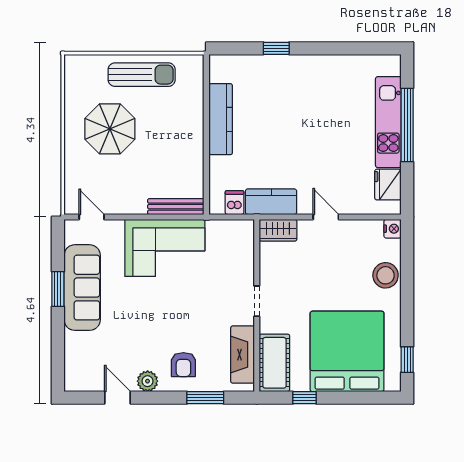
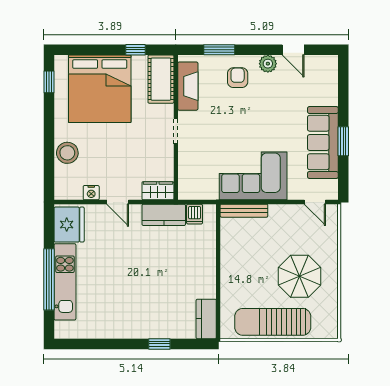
sun lounger: (142, 75) -> (273, 322), width x1.36, depth x1.34
kitchen counter: (221, 119) -> (206, 319), moved, width x0.67
fridge: (388, 185) -> (69, 225), width x1.36, depth x1.34
nightstand: (393, 229) -> (91, 193), moved, turned -90

